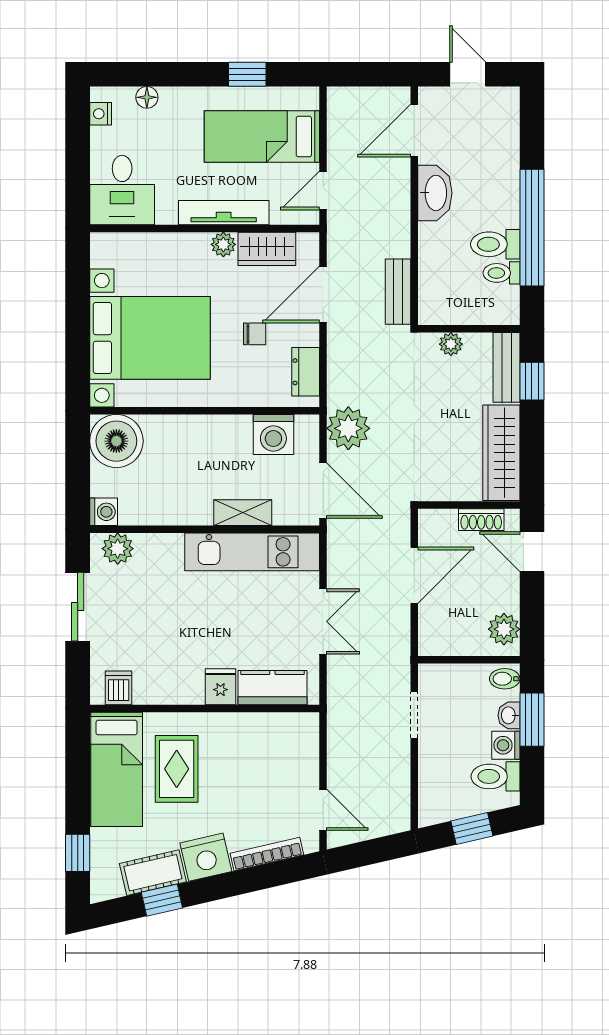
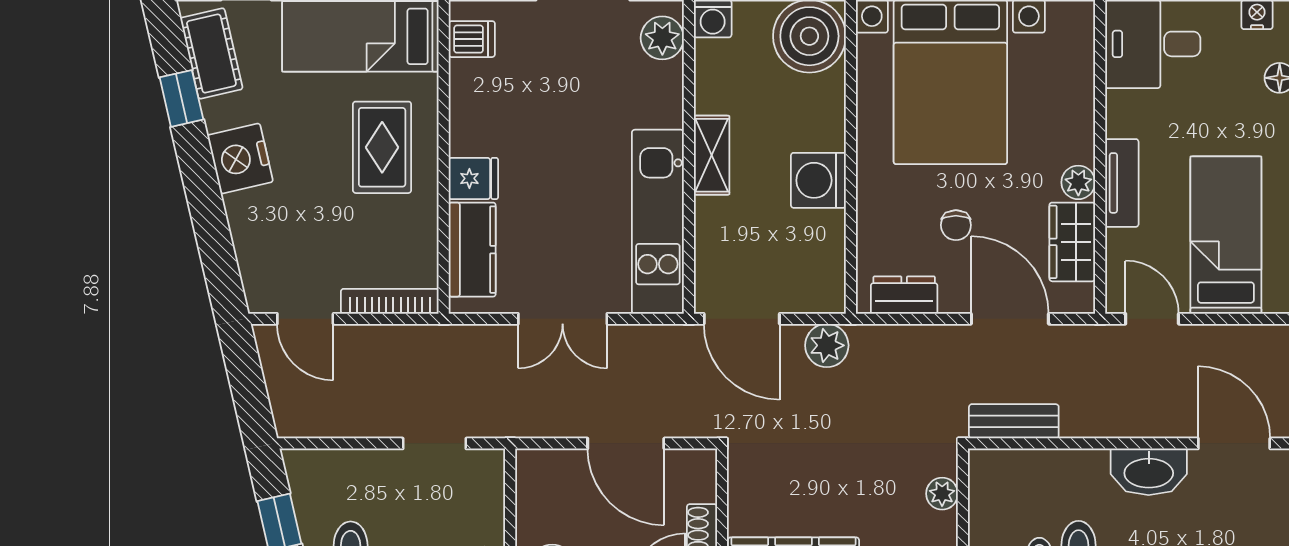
tv unit: (224, 213) -> (1122, 183), width x0.71
plant: (348, 428) -> (827, 345), width x0.73, depth x0.73
washing machine: (273, 435) -> (818, 180), moved
door: (323, 491) -> (742, 319), hinge flipped
shelving: (243, 513) -> (712, 155), moved
rug: (177, 769) -> (382, 147), moved, turned 90
door: (323, 810) -> (305, 319), hinge flipped
bookcase: (267, 854) -> (390, 301), moved, turned -77
cot: (153, 873) -> (211, 53), moved

